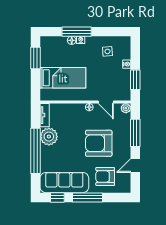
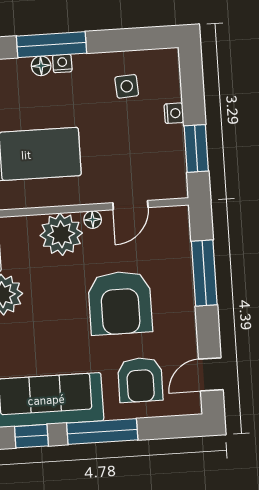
door: (106, 102) -> (130, 205), hinge flipped
plant: (126, 108) -> (61, 234), moved, width x1.87, depth x1.87
armchair: (99, 143) -> (120, 303), turned -90
door: (135, 166) -> (211, 374), moved
armchair: (105, 177) -> (140, 380), turned -90

